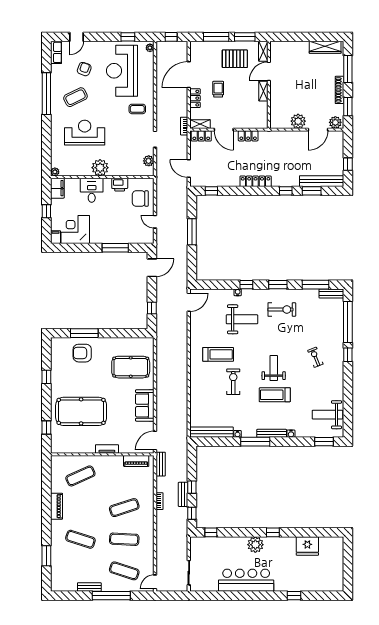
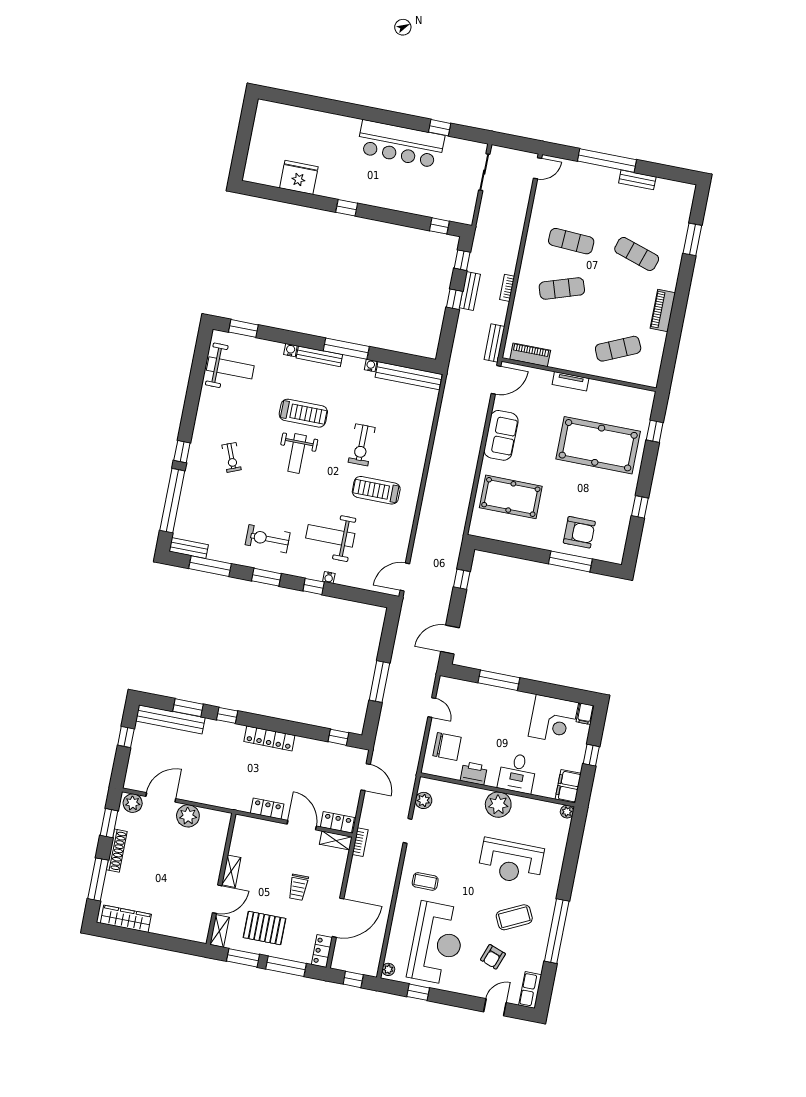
locker: (195, 98) -> (322, 951), moved
plant: (255, 545) -> (376, 194), removed
exercise mat: (124, 571) -> (580, 194), removed
window: (294, 596) -> (440, 128), moved

